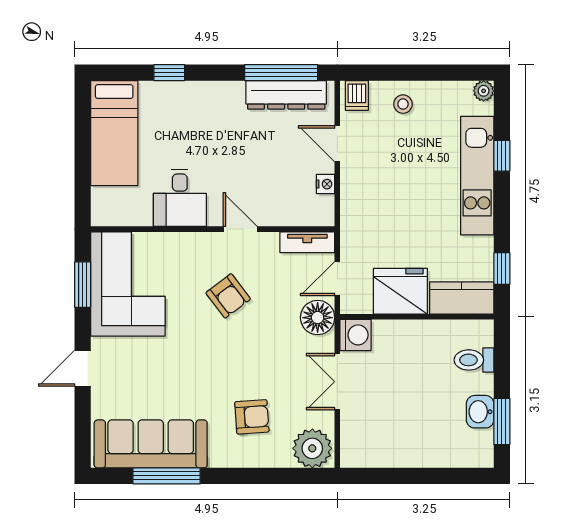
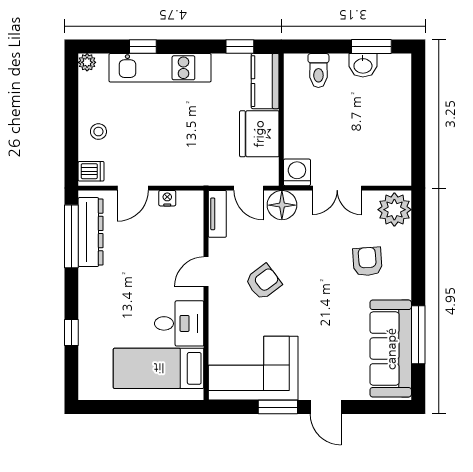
bed: (114, 133) -> (159, 368), moved, turned 180
window: (83, 285) -> (278, 407), moved

